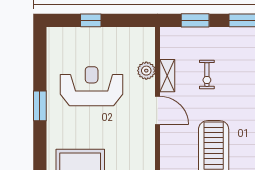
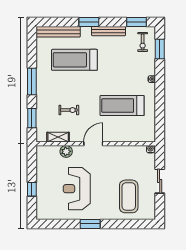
shelving: (167, 76) -> (58, 137), moved

